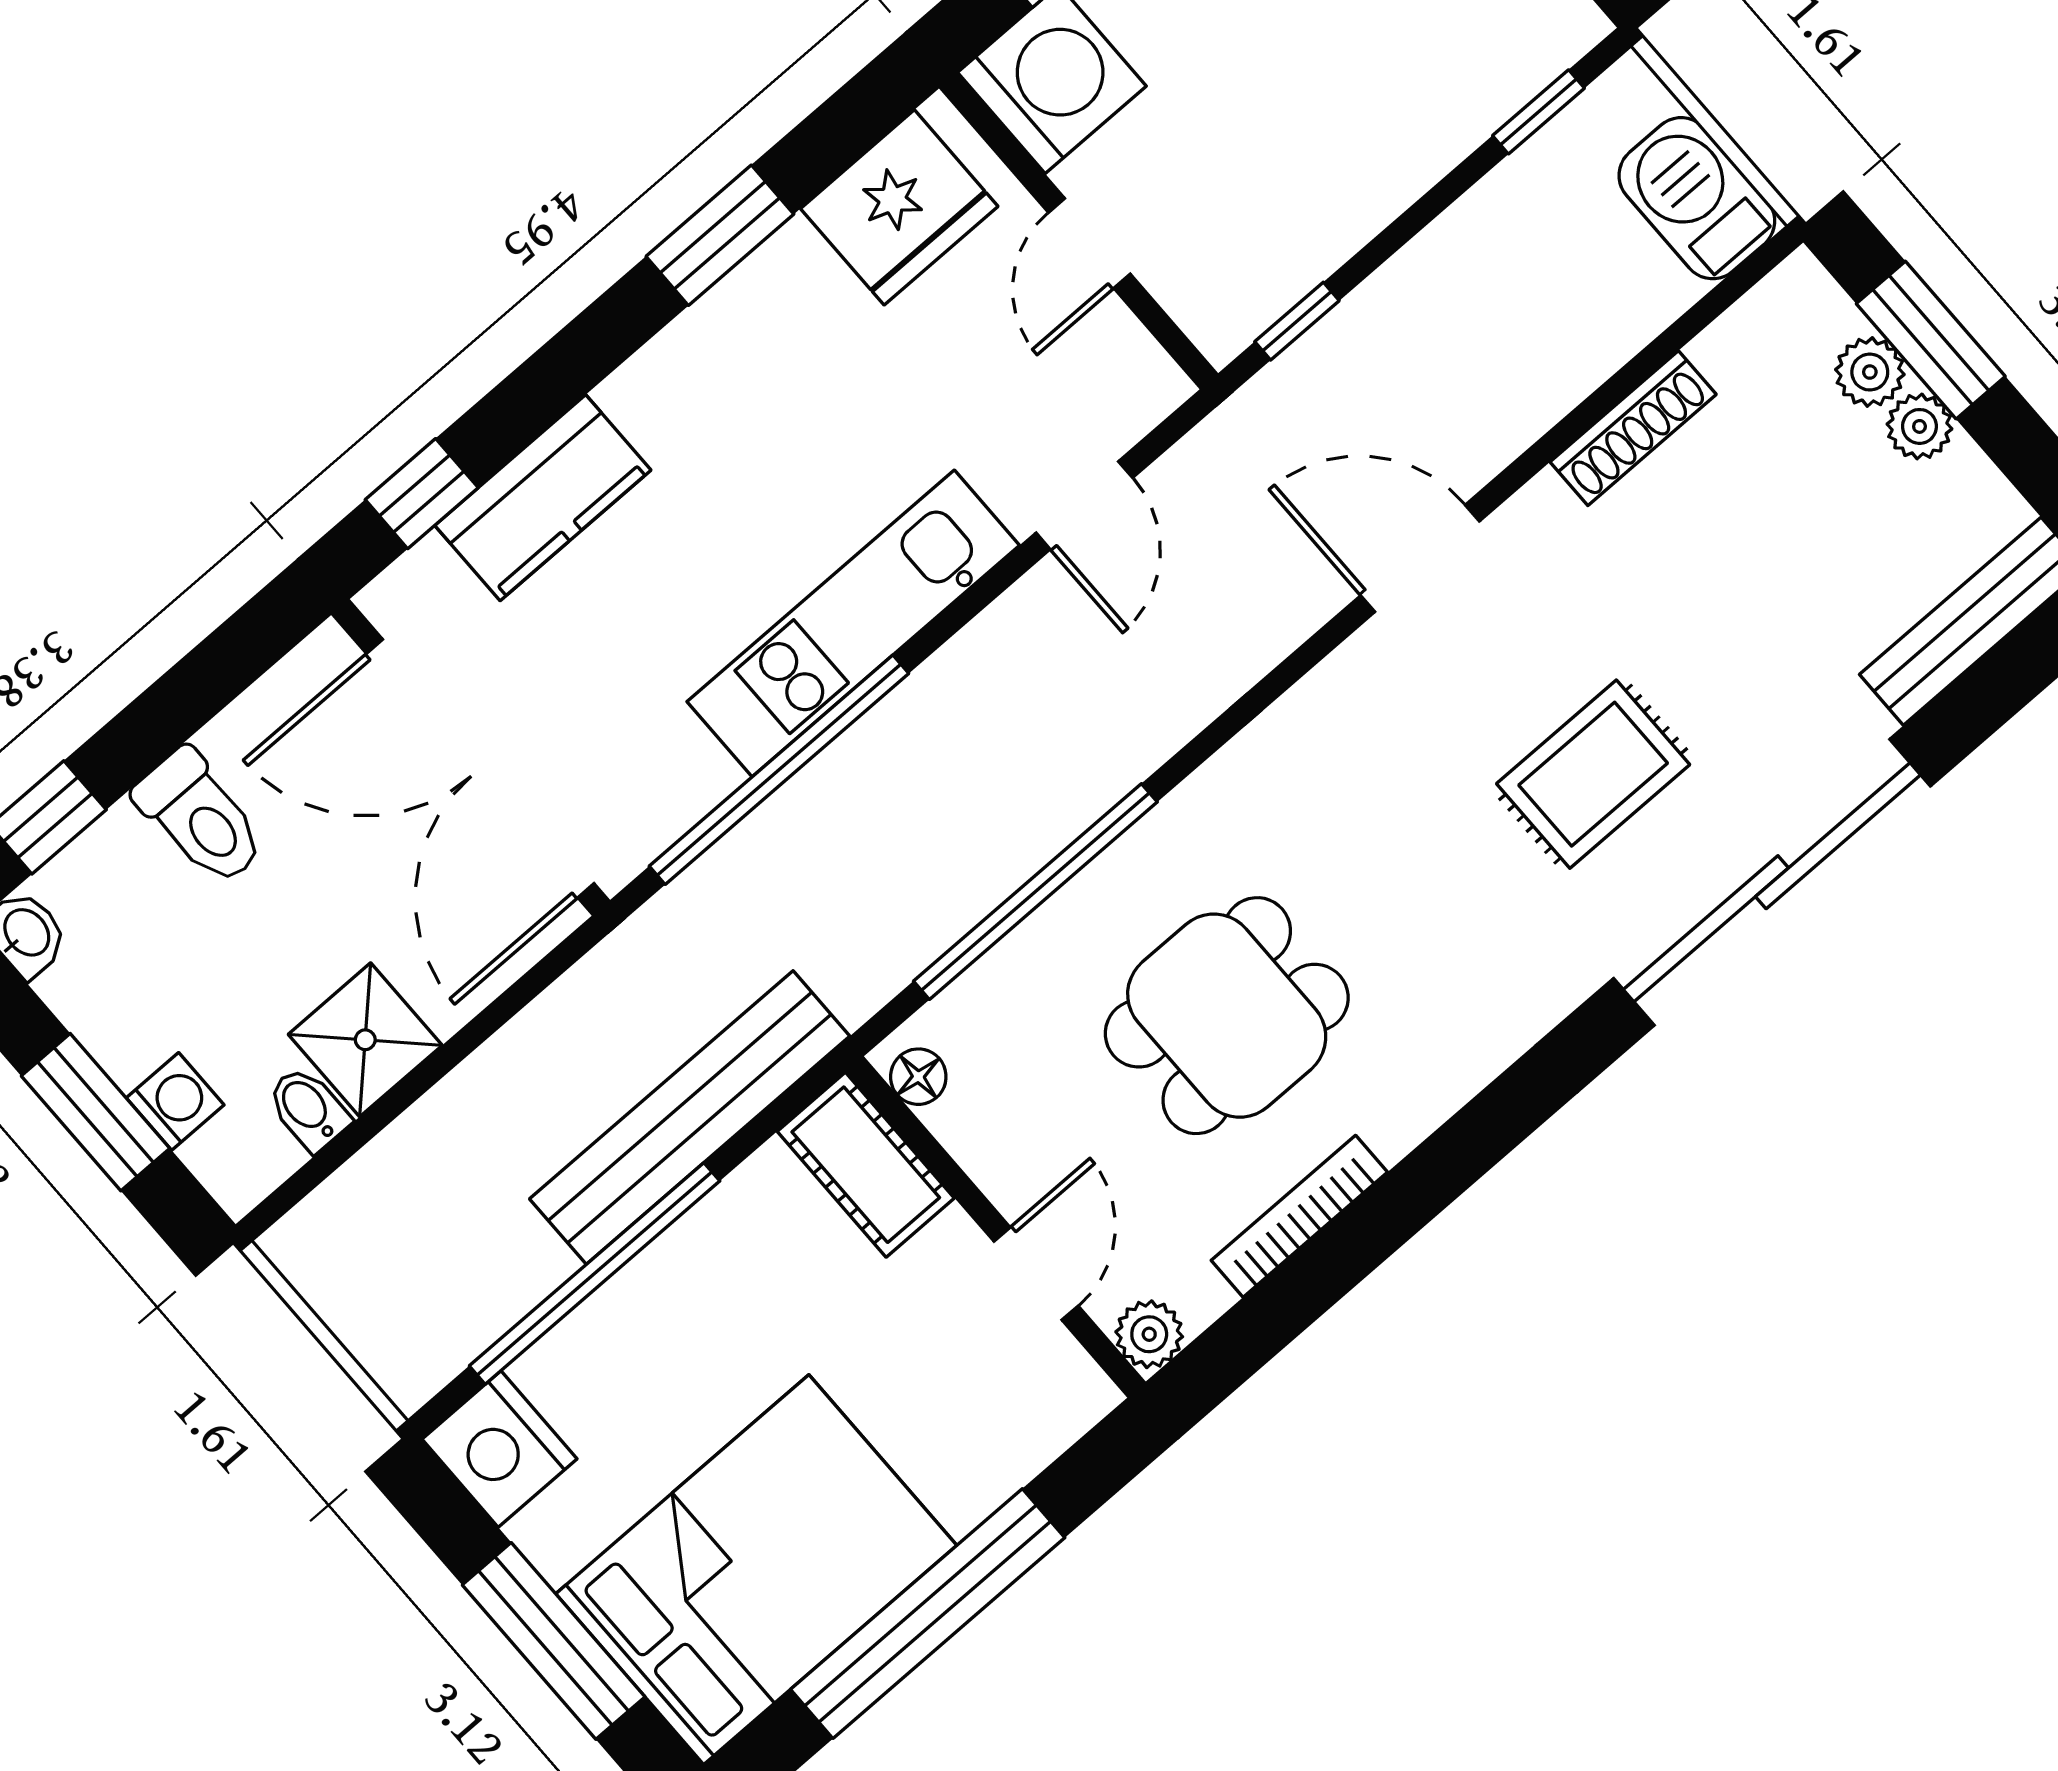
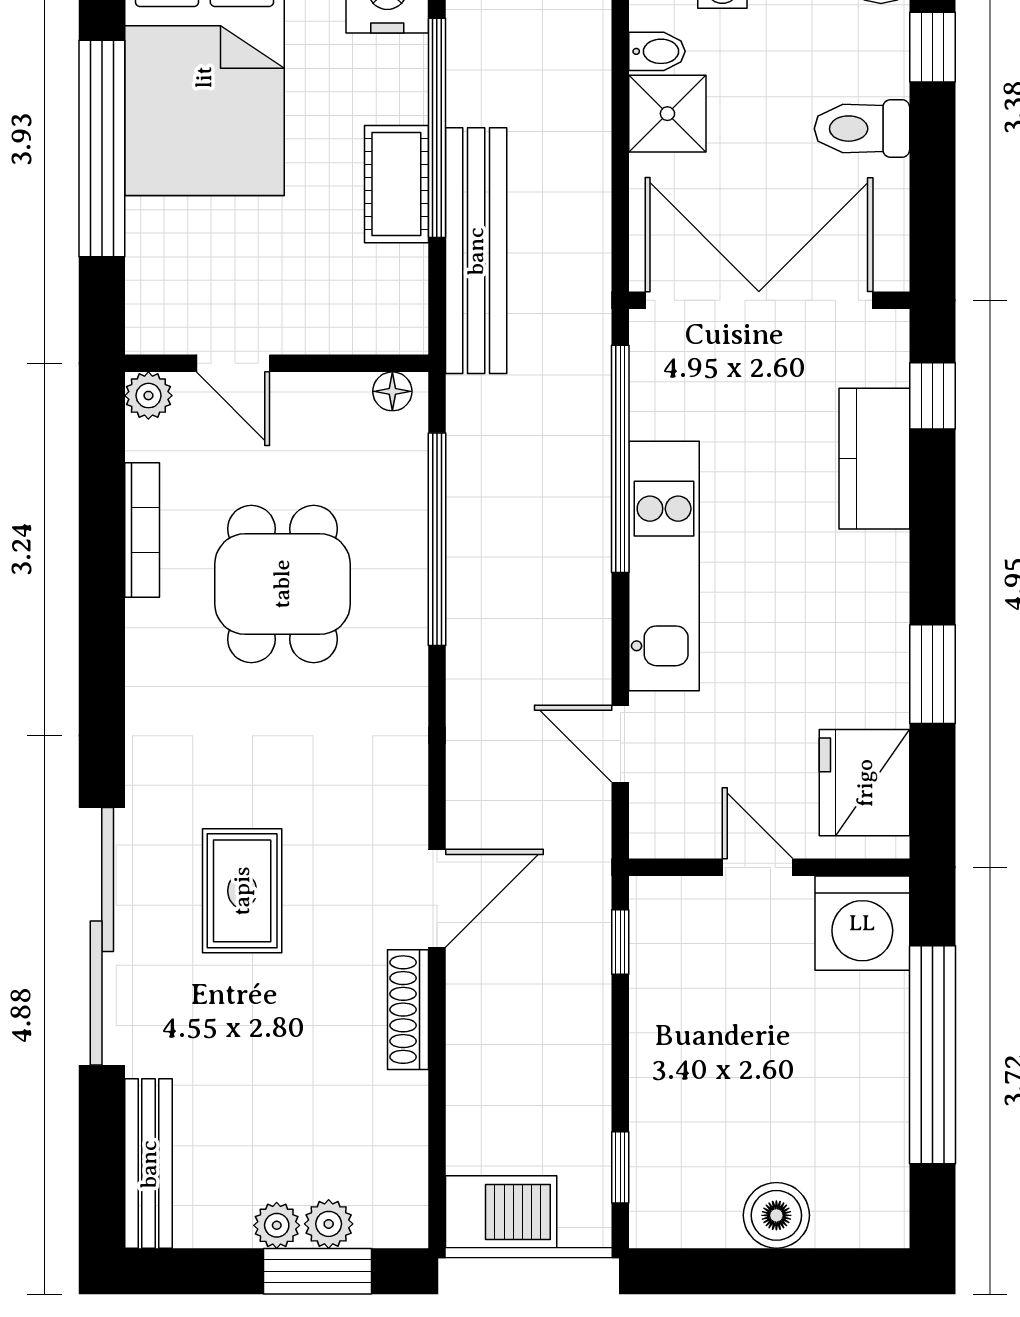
shoe rack: (1633, 428) -> (408, 1010), moved
cot: (866, 1165) -> (396, 184), moved, turned 90

